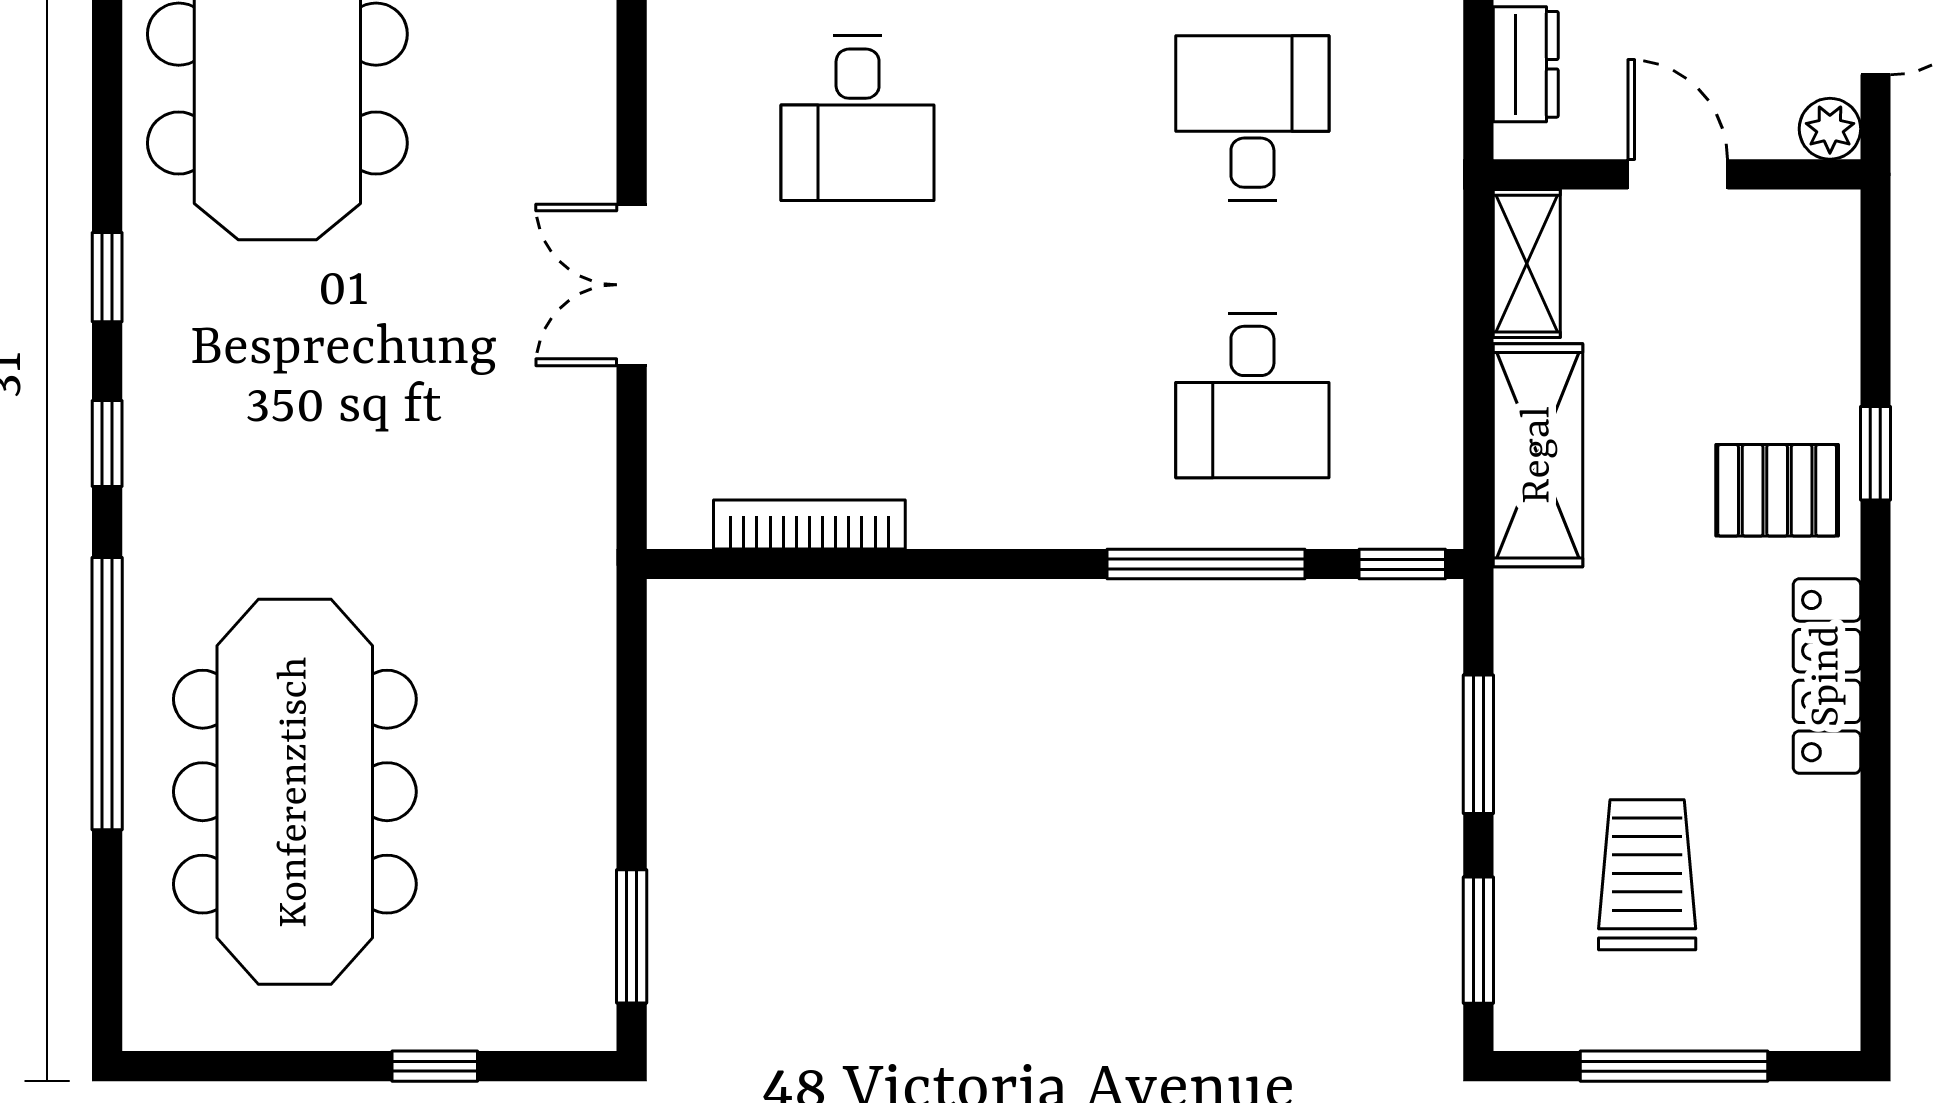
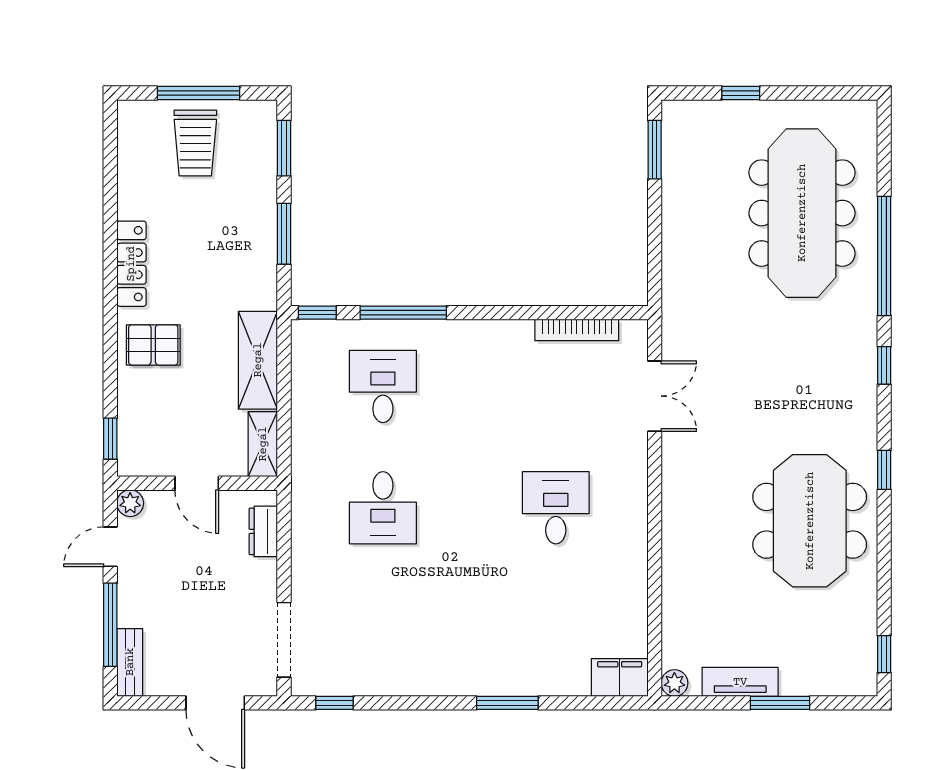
window: (107, 277) -> (884, 470), moved
double door: (632, 285) -> (655, 396), moved
window: (1875, 453) -> (110, 439), moved
trolley: (1647, 875) -> (195, 143), moved

